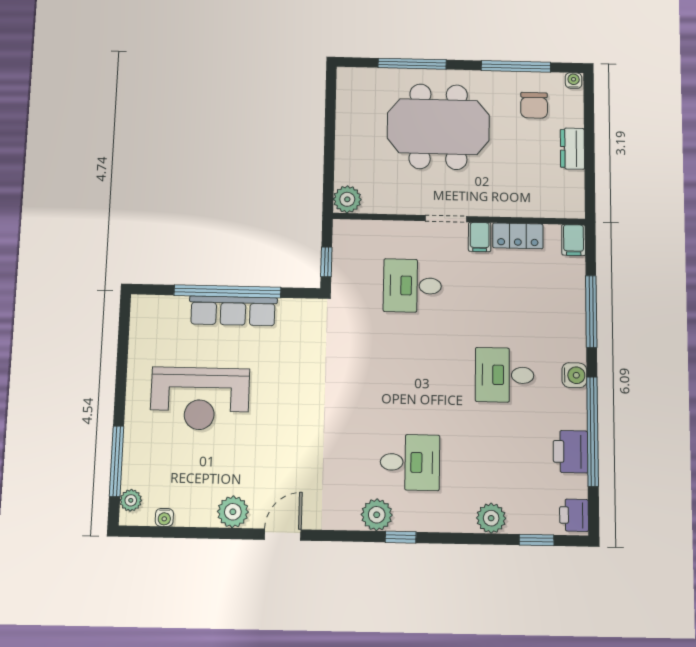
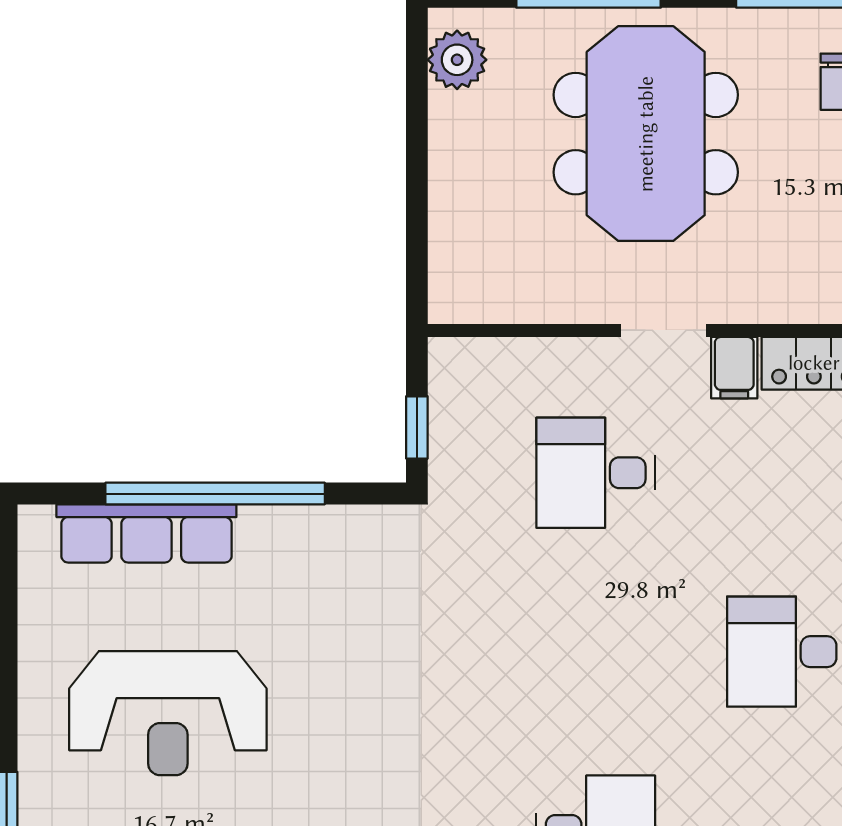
meeting table: (438, 127) -> (646, 134), turned 90
plant: (347, 199) -> (457, 60), moved
row of seats: (233, 311) -> (146, 533), moved

